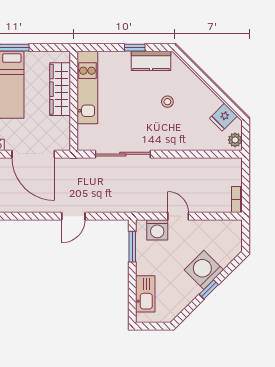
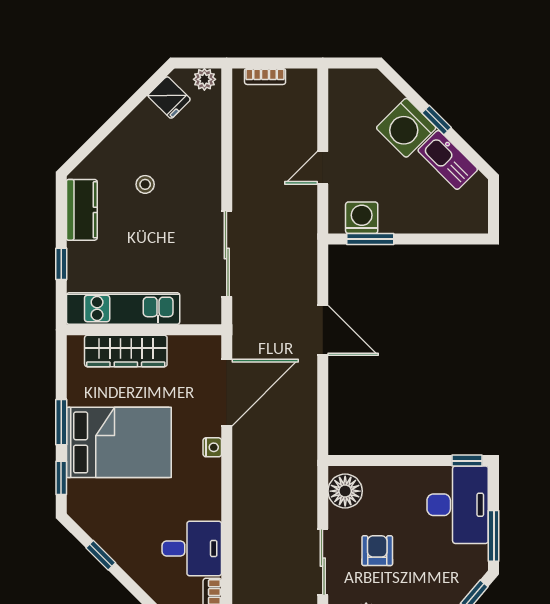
window: (135, 48) -> (61, 264), moved
bookcase: (237, 199) -> (265, 76), moved
door: (73, 216) -> (323, 330), width x1.38
washing machine: (157, 230) -> (362, 218), moved, turned -90
kitchen sink: (145, 294) -> (448, 160), moved, turned -135

